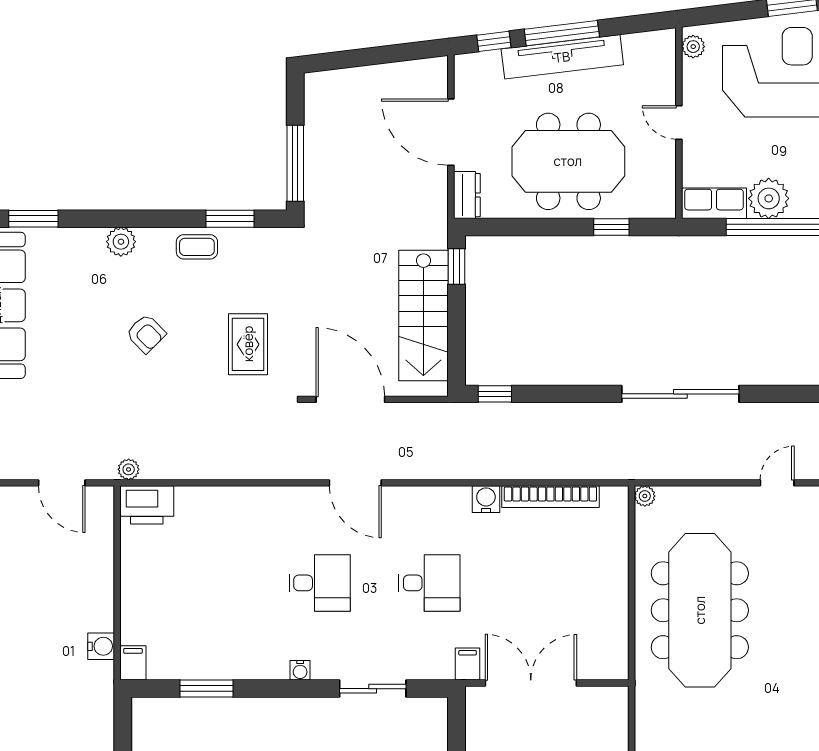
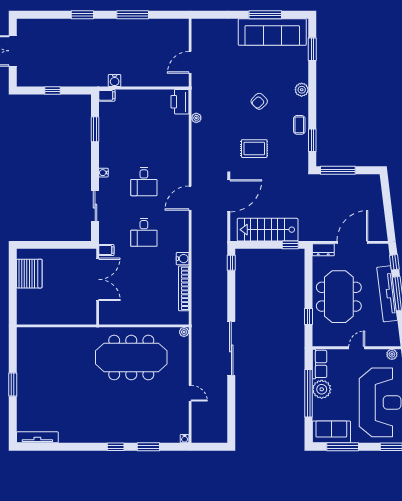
plant: (129, 469) -> (196, 118), moved

